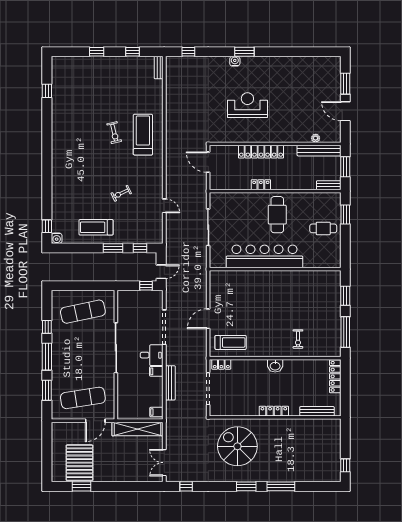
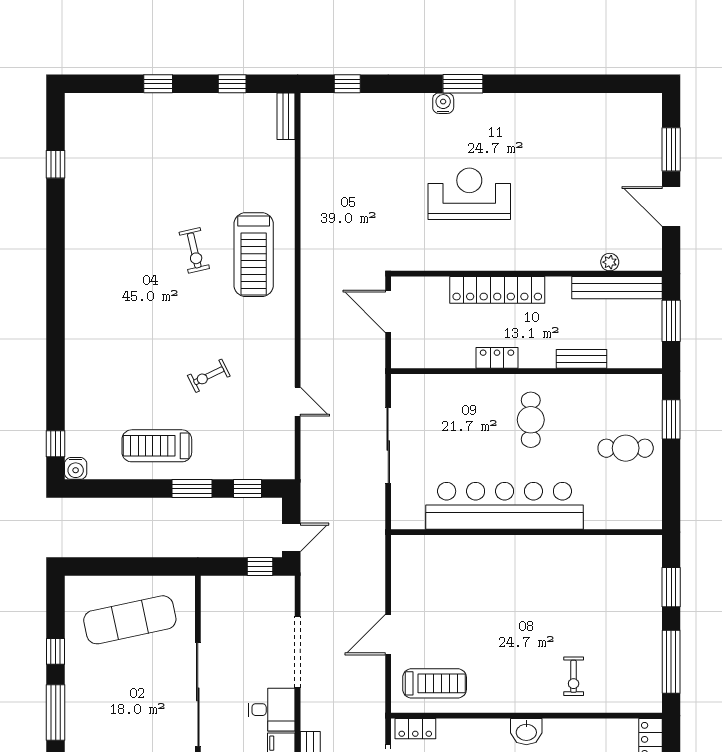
treadmill: (143, 135) -> (254, 255), turned 180
bench: (329, 185) -> (581, 359), moved
cafe table: (277, 215) -> (531, 420), width x0.73, depth x0.74

